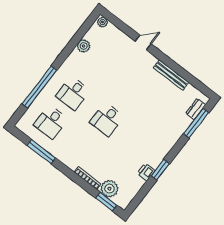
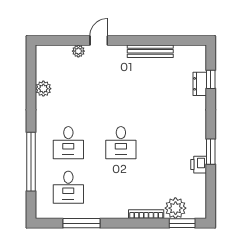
plant: (103, 22) -> (78, 51), moved
dresser: (196, 109) -> (200, 84), moved
window: (196, 123) -> (211, 79), width x0.46

